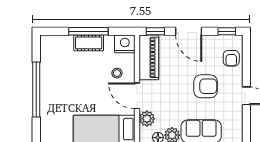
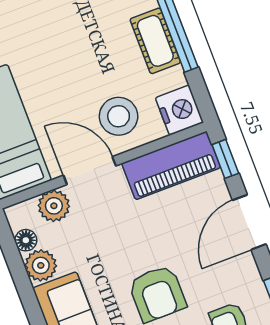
stool: (117, 73) -> (119, 116), width x1.89, depth x1.89
door: (137, 96) -> (90, 171), hinge flipped

